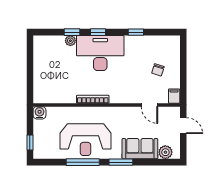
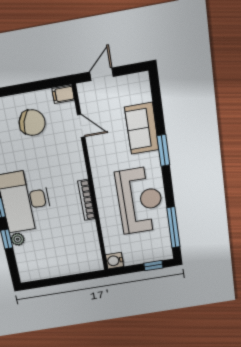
chair: (158, 70) -> (32, 123), width x1.87, depth x1.87
door: (149, 105) -> (81, 126), hinge flipped
plant: (165, 152) -> (142, 93), removed
window: (83, 162) -> (173, 227), moved

